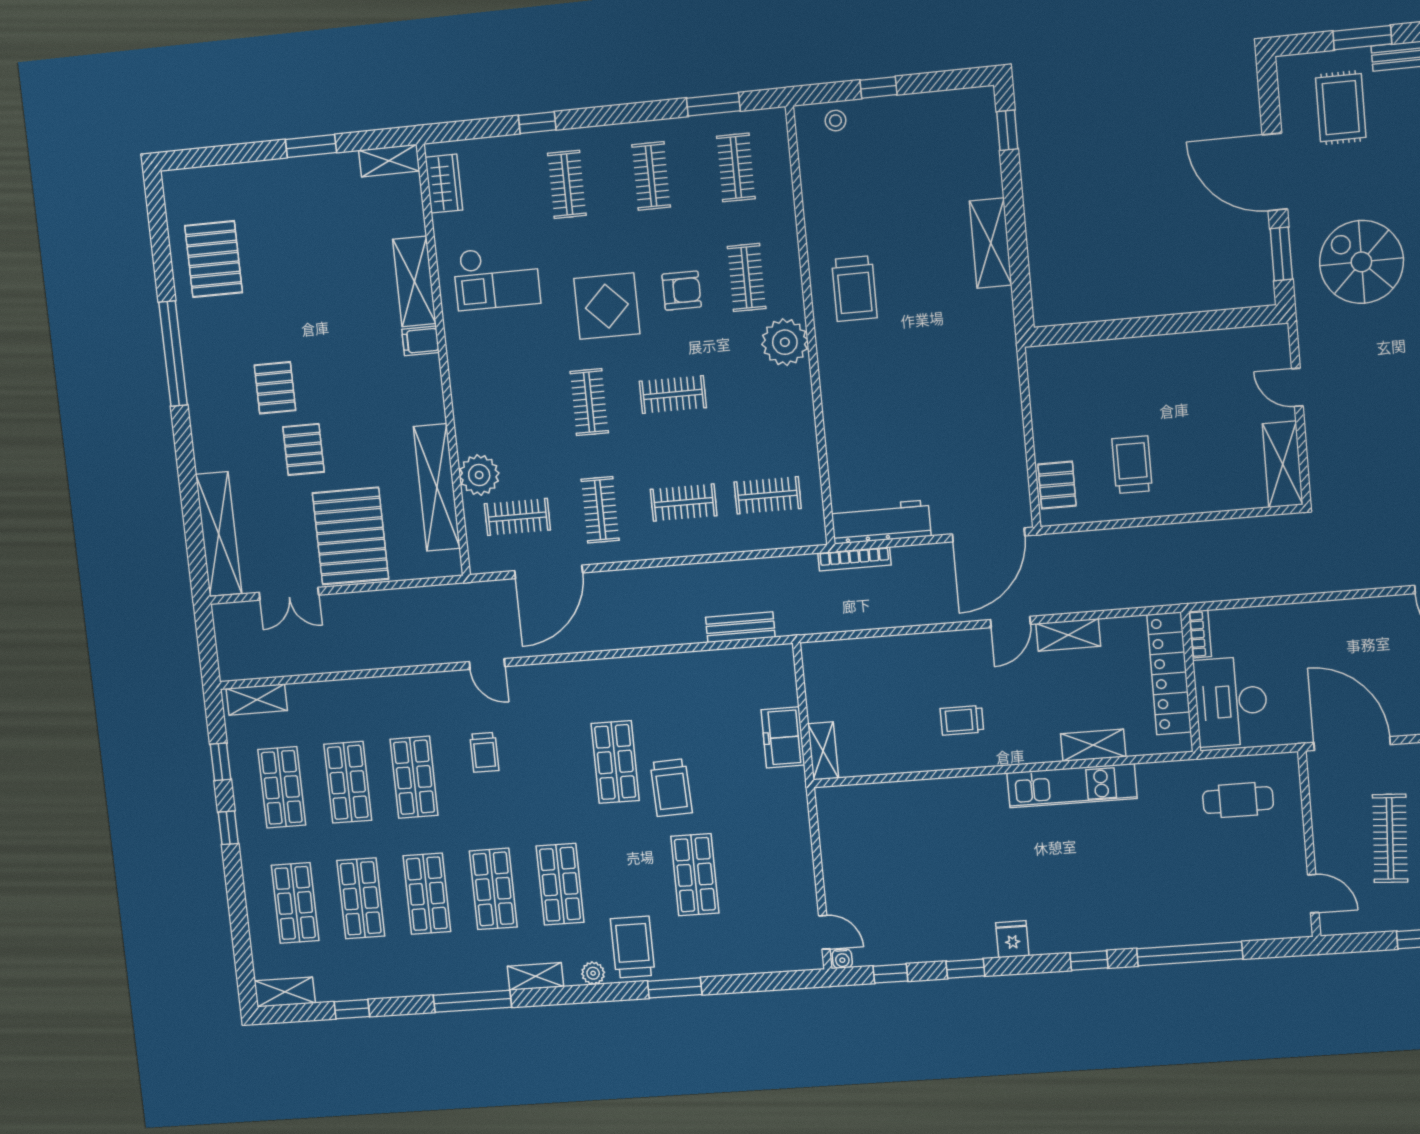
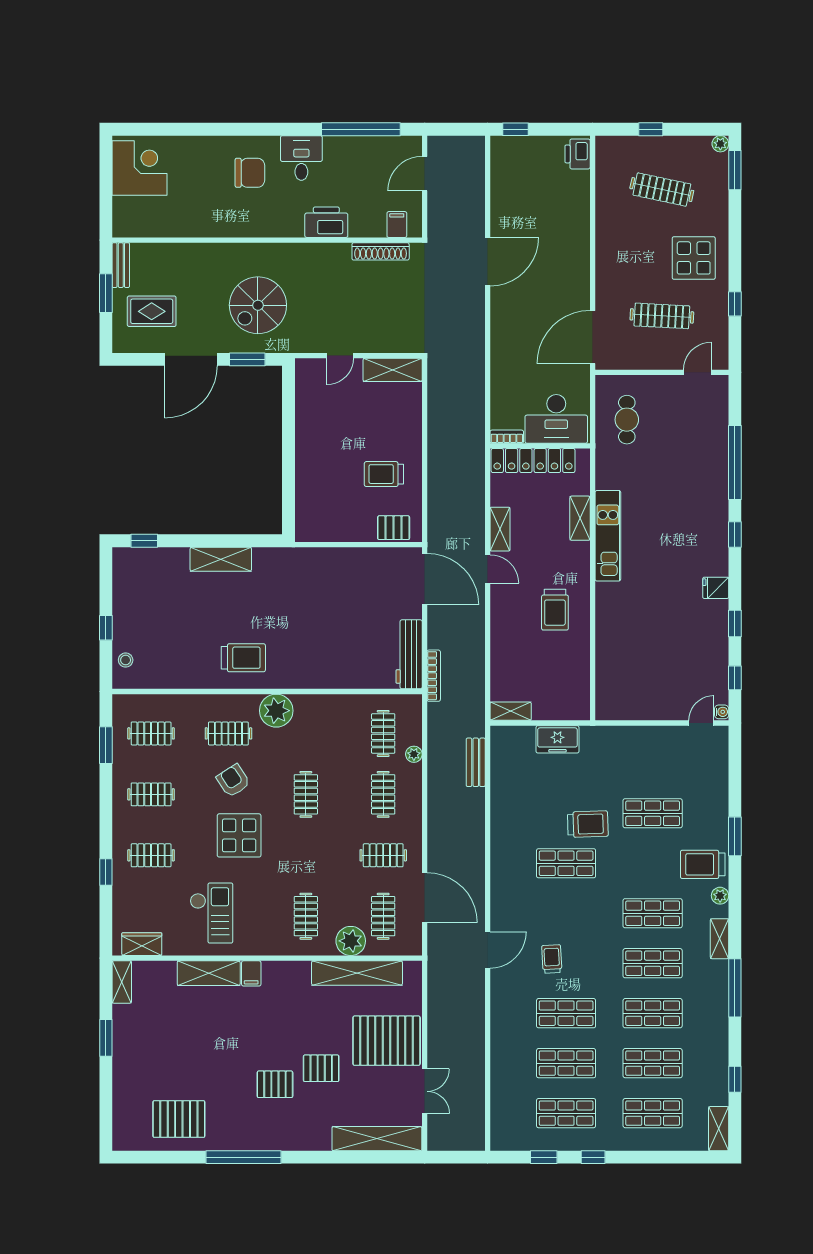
armchair: (682, 291) -> (233, 781), turned -33
clothes rail: (589, 402) -> (306, 916), moved, turned 90
plant: (743, 540) -> (414, 754), added
door: (487, 664) -> (488, 950), width x1.38
shelving: (257, 700) -> (500, 1124), removed
trolley: (962, 720) -> (555, 610), width x1.36, depth x1.39
shelving: (823, 751) -> (511, 711), moved
trolley: (484, 752) -> (552, 959), turned -93

